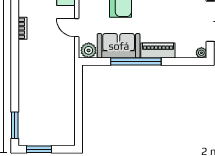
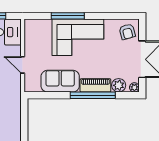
plant: (89, 50) -> (119, 85), moved
window: (136, 62) -> (93, 95), moved

